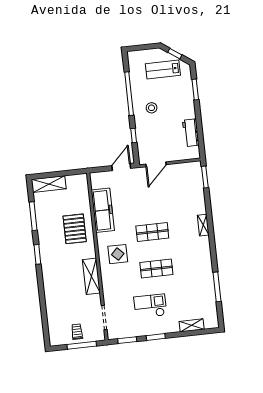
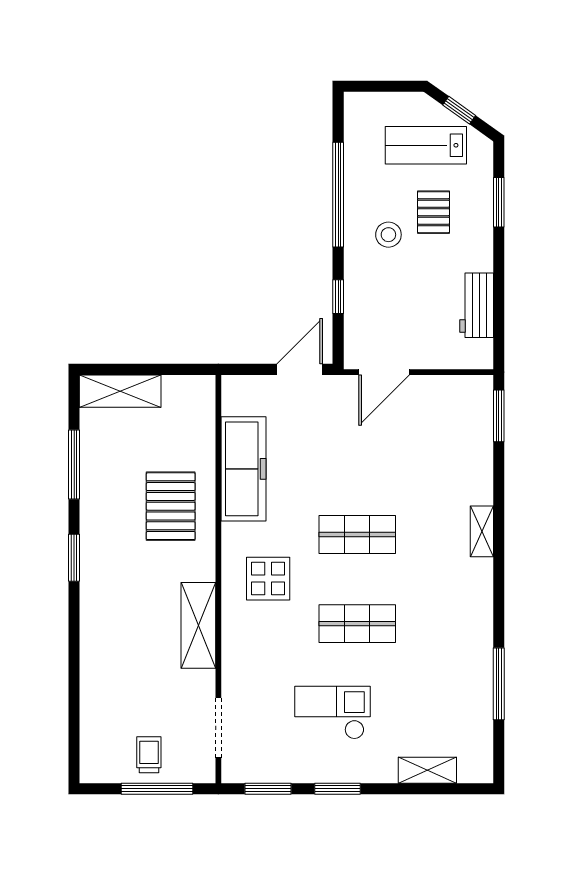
pallet: (169, 97) -> (433, 212), added

